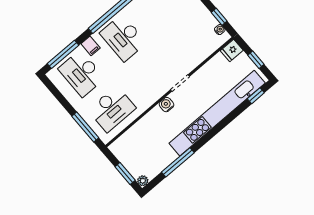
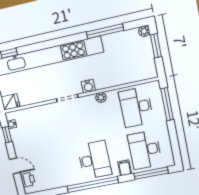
desk: (81, 73) -> (145, 150), turned 180
plant: (149, 101) -> (101, 97), added
desk: (112, 109) -> (136, 107), turned -90

